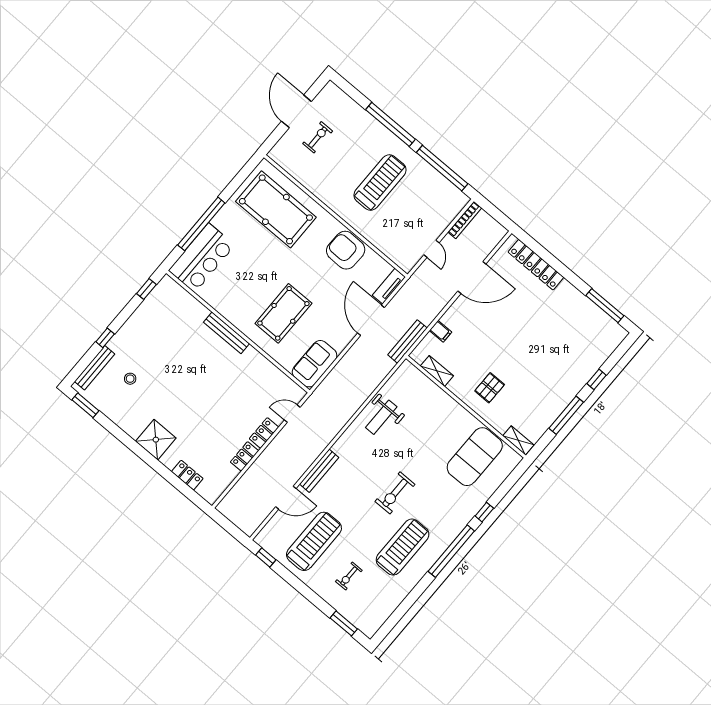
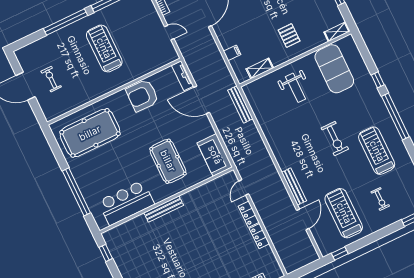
bar counter: (202, 258) -> (126, 203), moved, turned -90
bench: (407, 341) -> (240, 104), moved
weight bench: (381, 417) -> (296, 88), moved

